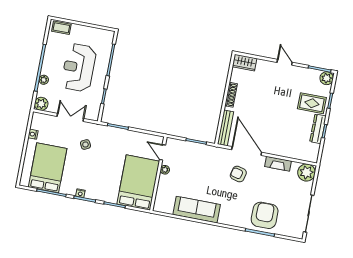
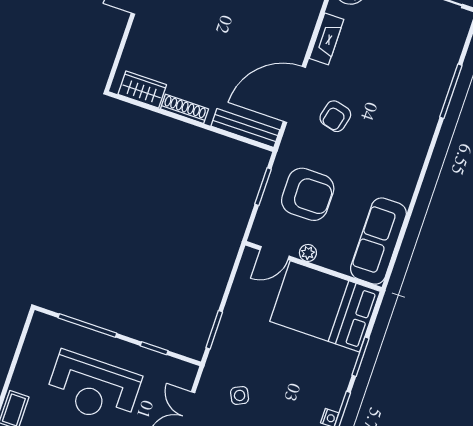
wardrobe: (245, 63) -> (142, 90), moved, turned -90
sofa: (197, 210) -> (378, 241), moved
armchair: (265, 215) -> (308, 194), moved, turned 180

